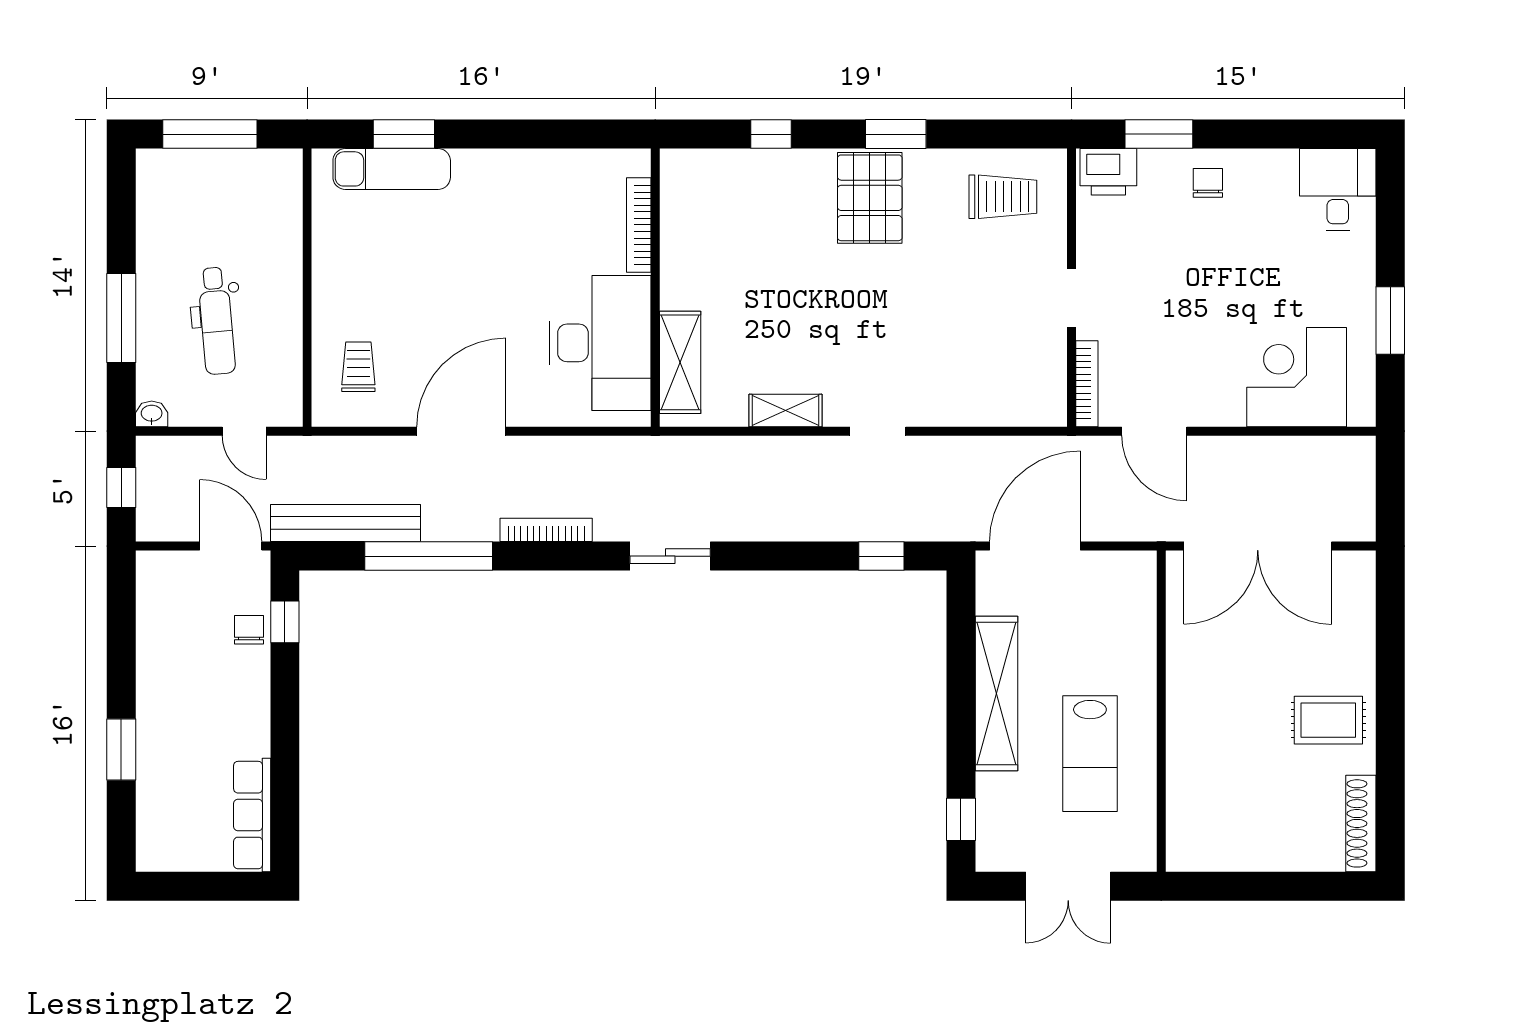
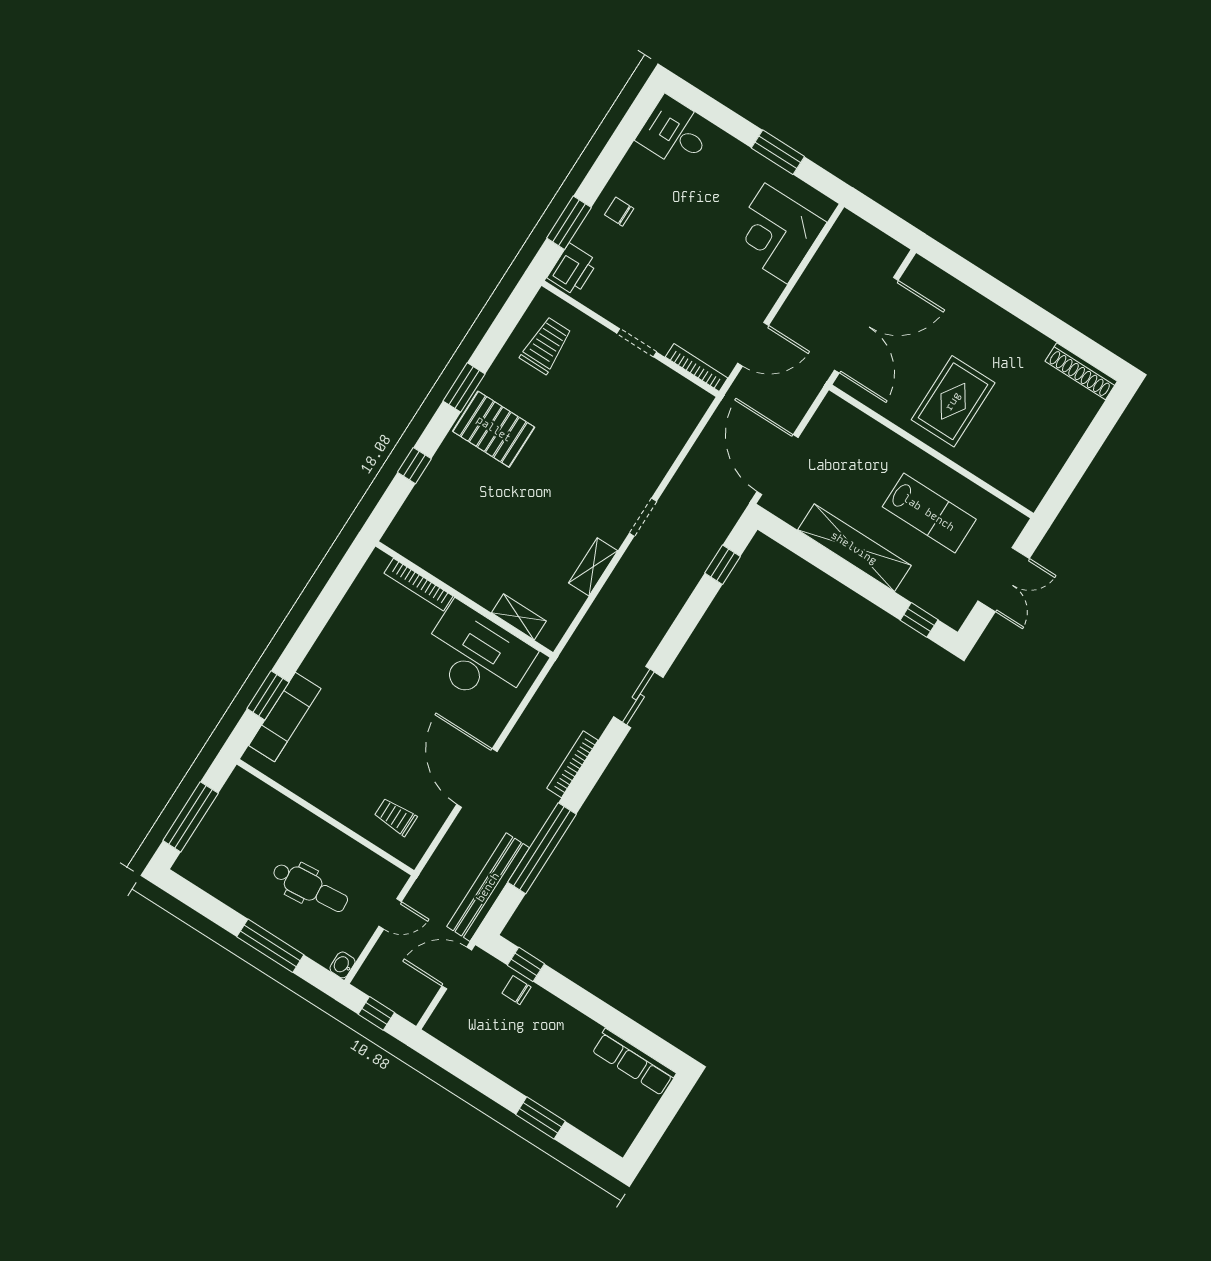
shelving: (680, 362) -> (519, 617), width x0.67, depth x0.75
rug: (1328, 720) -> (953, 401), moved, width x1.36, depth x1.43

